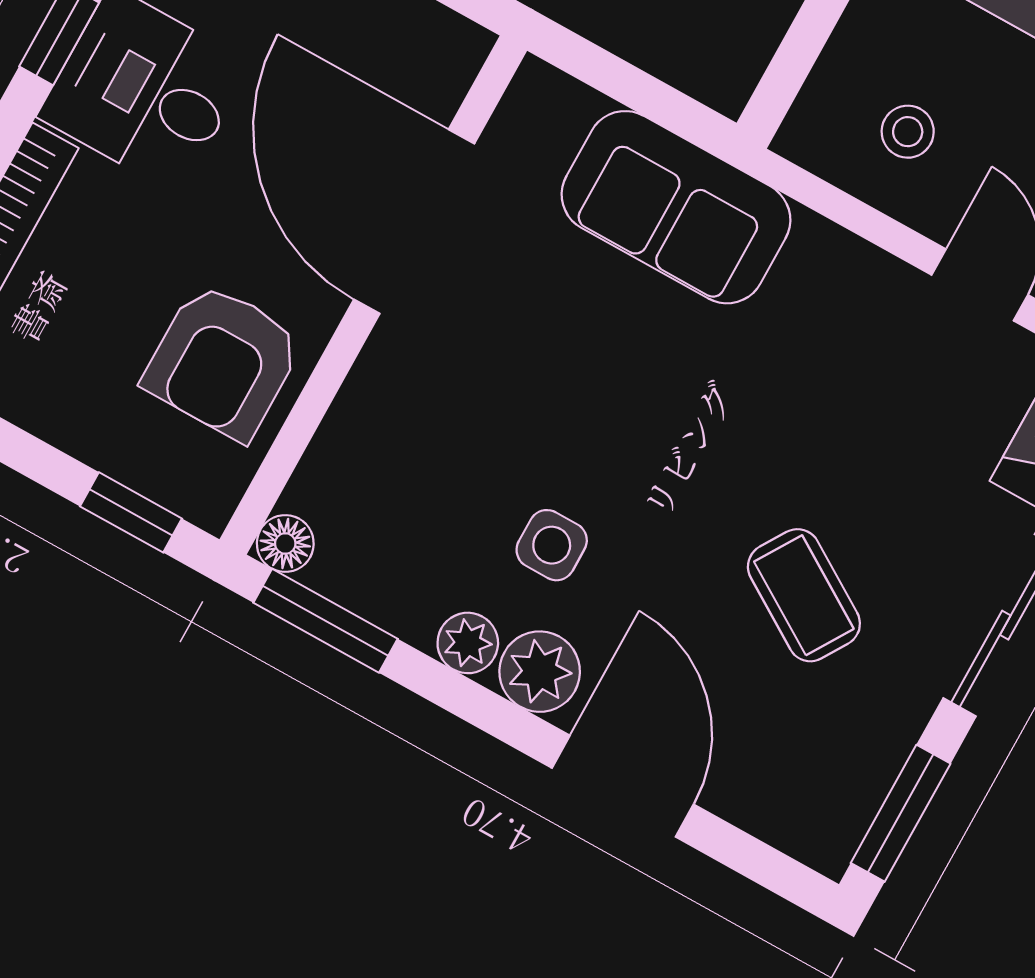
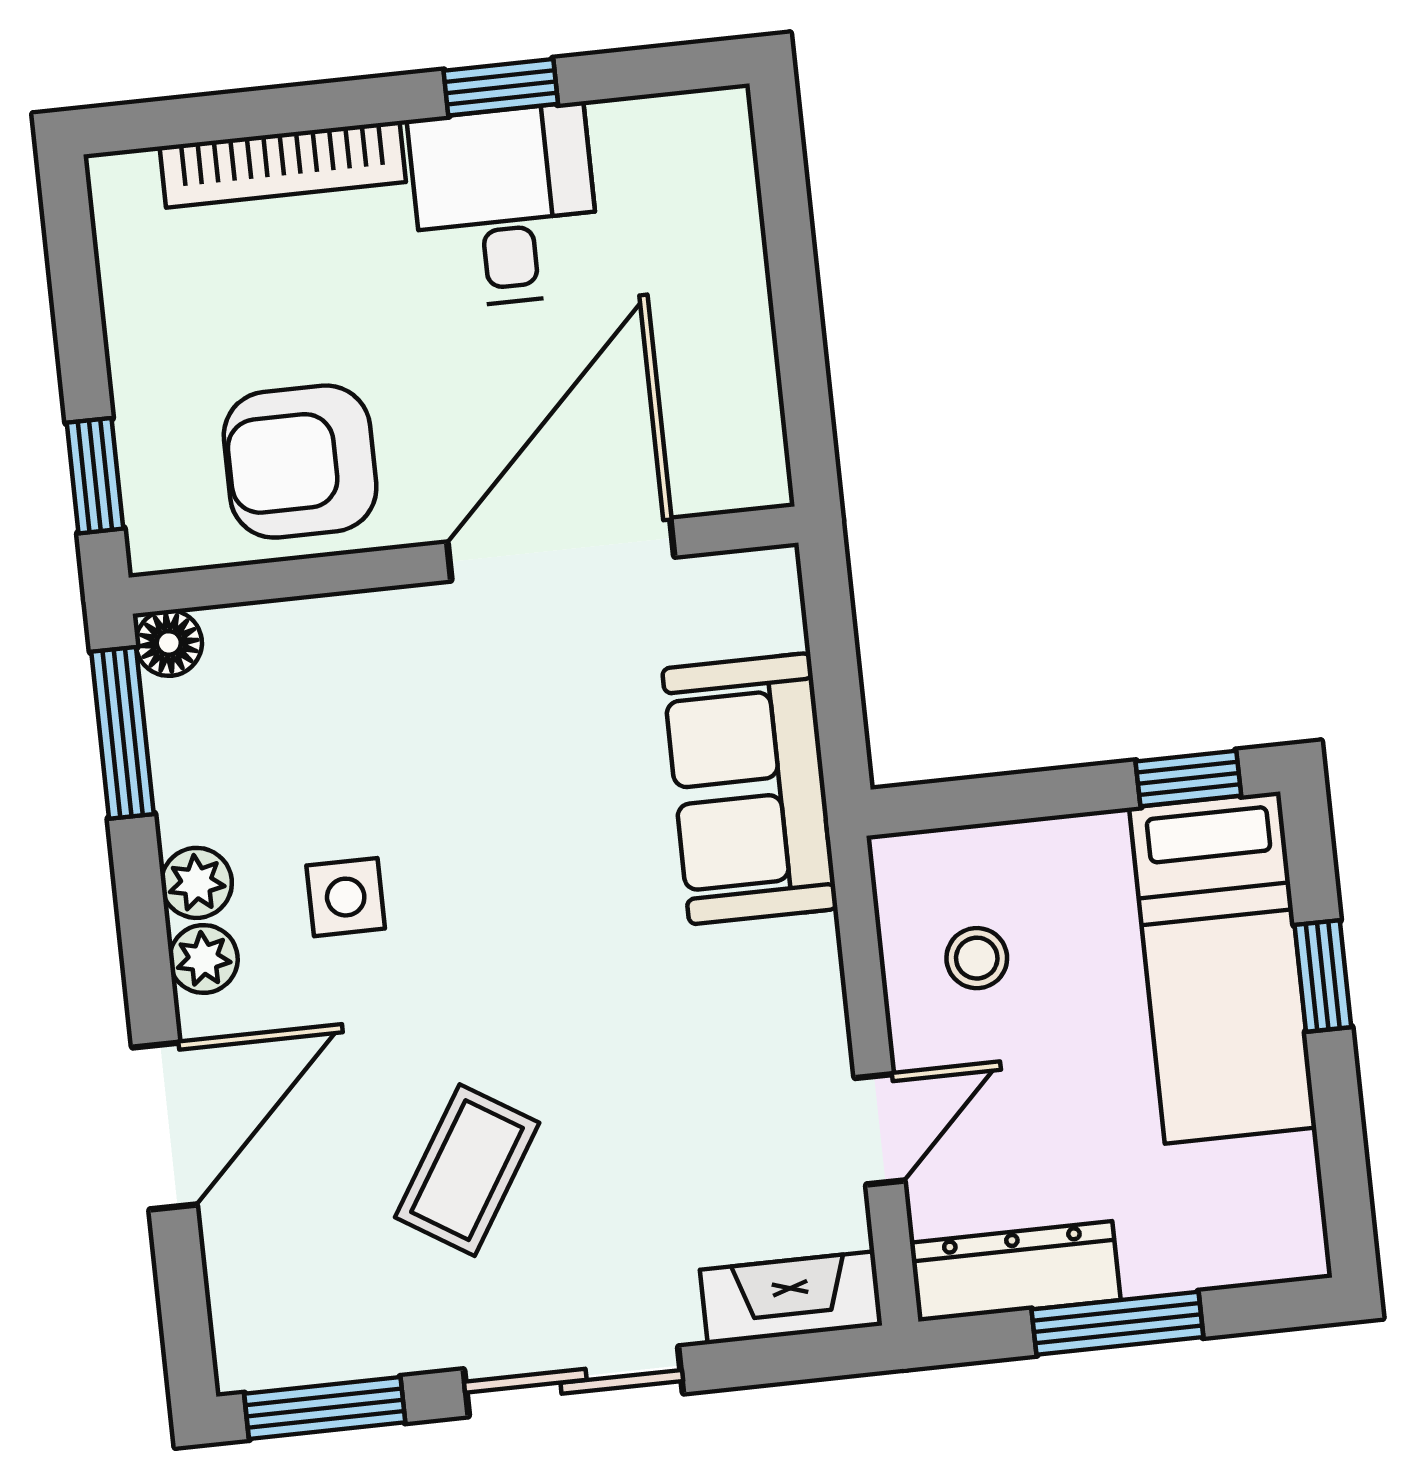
plant: (540, 672) -> (204, 959), width x0.73, depth x0.73

